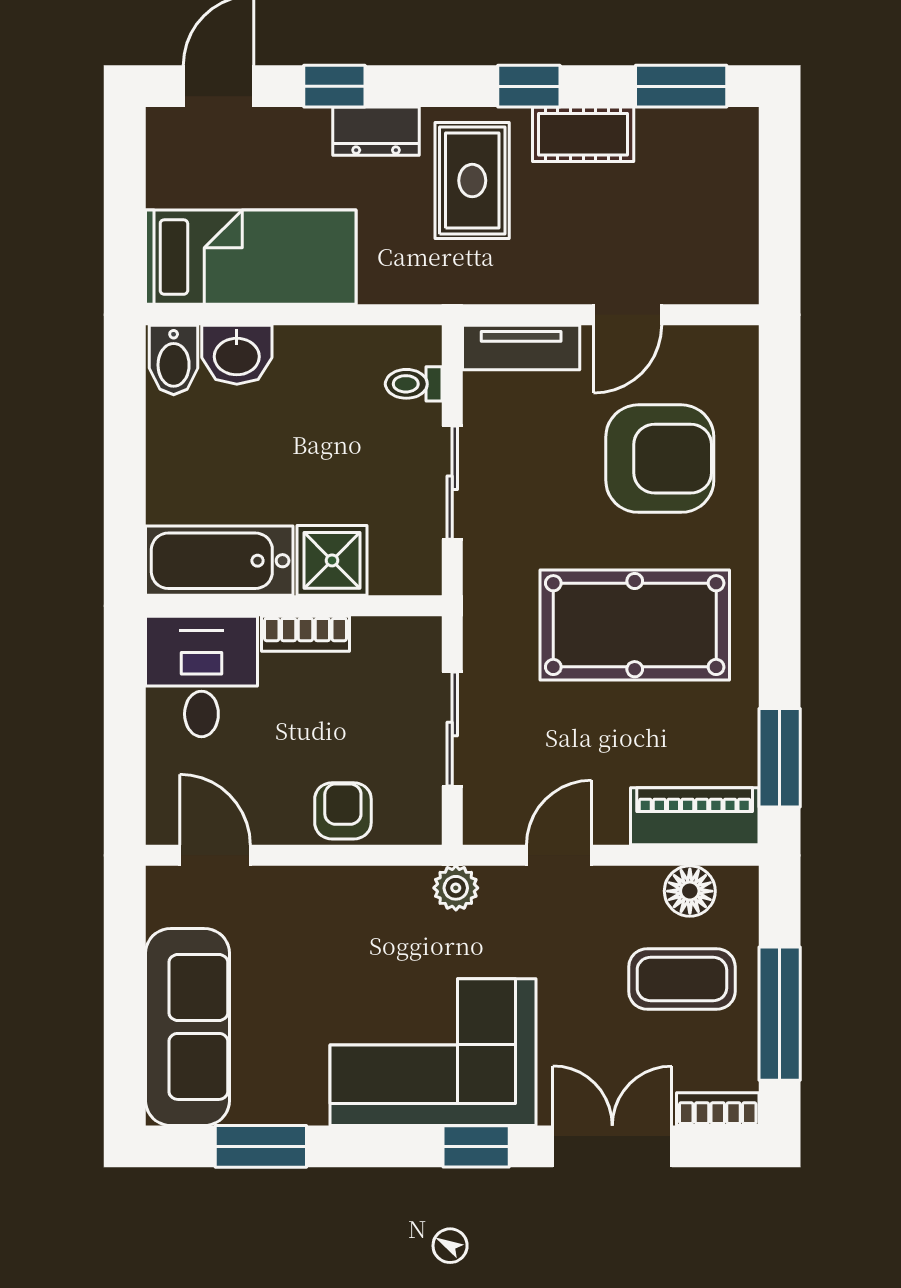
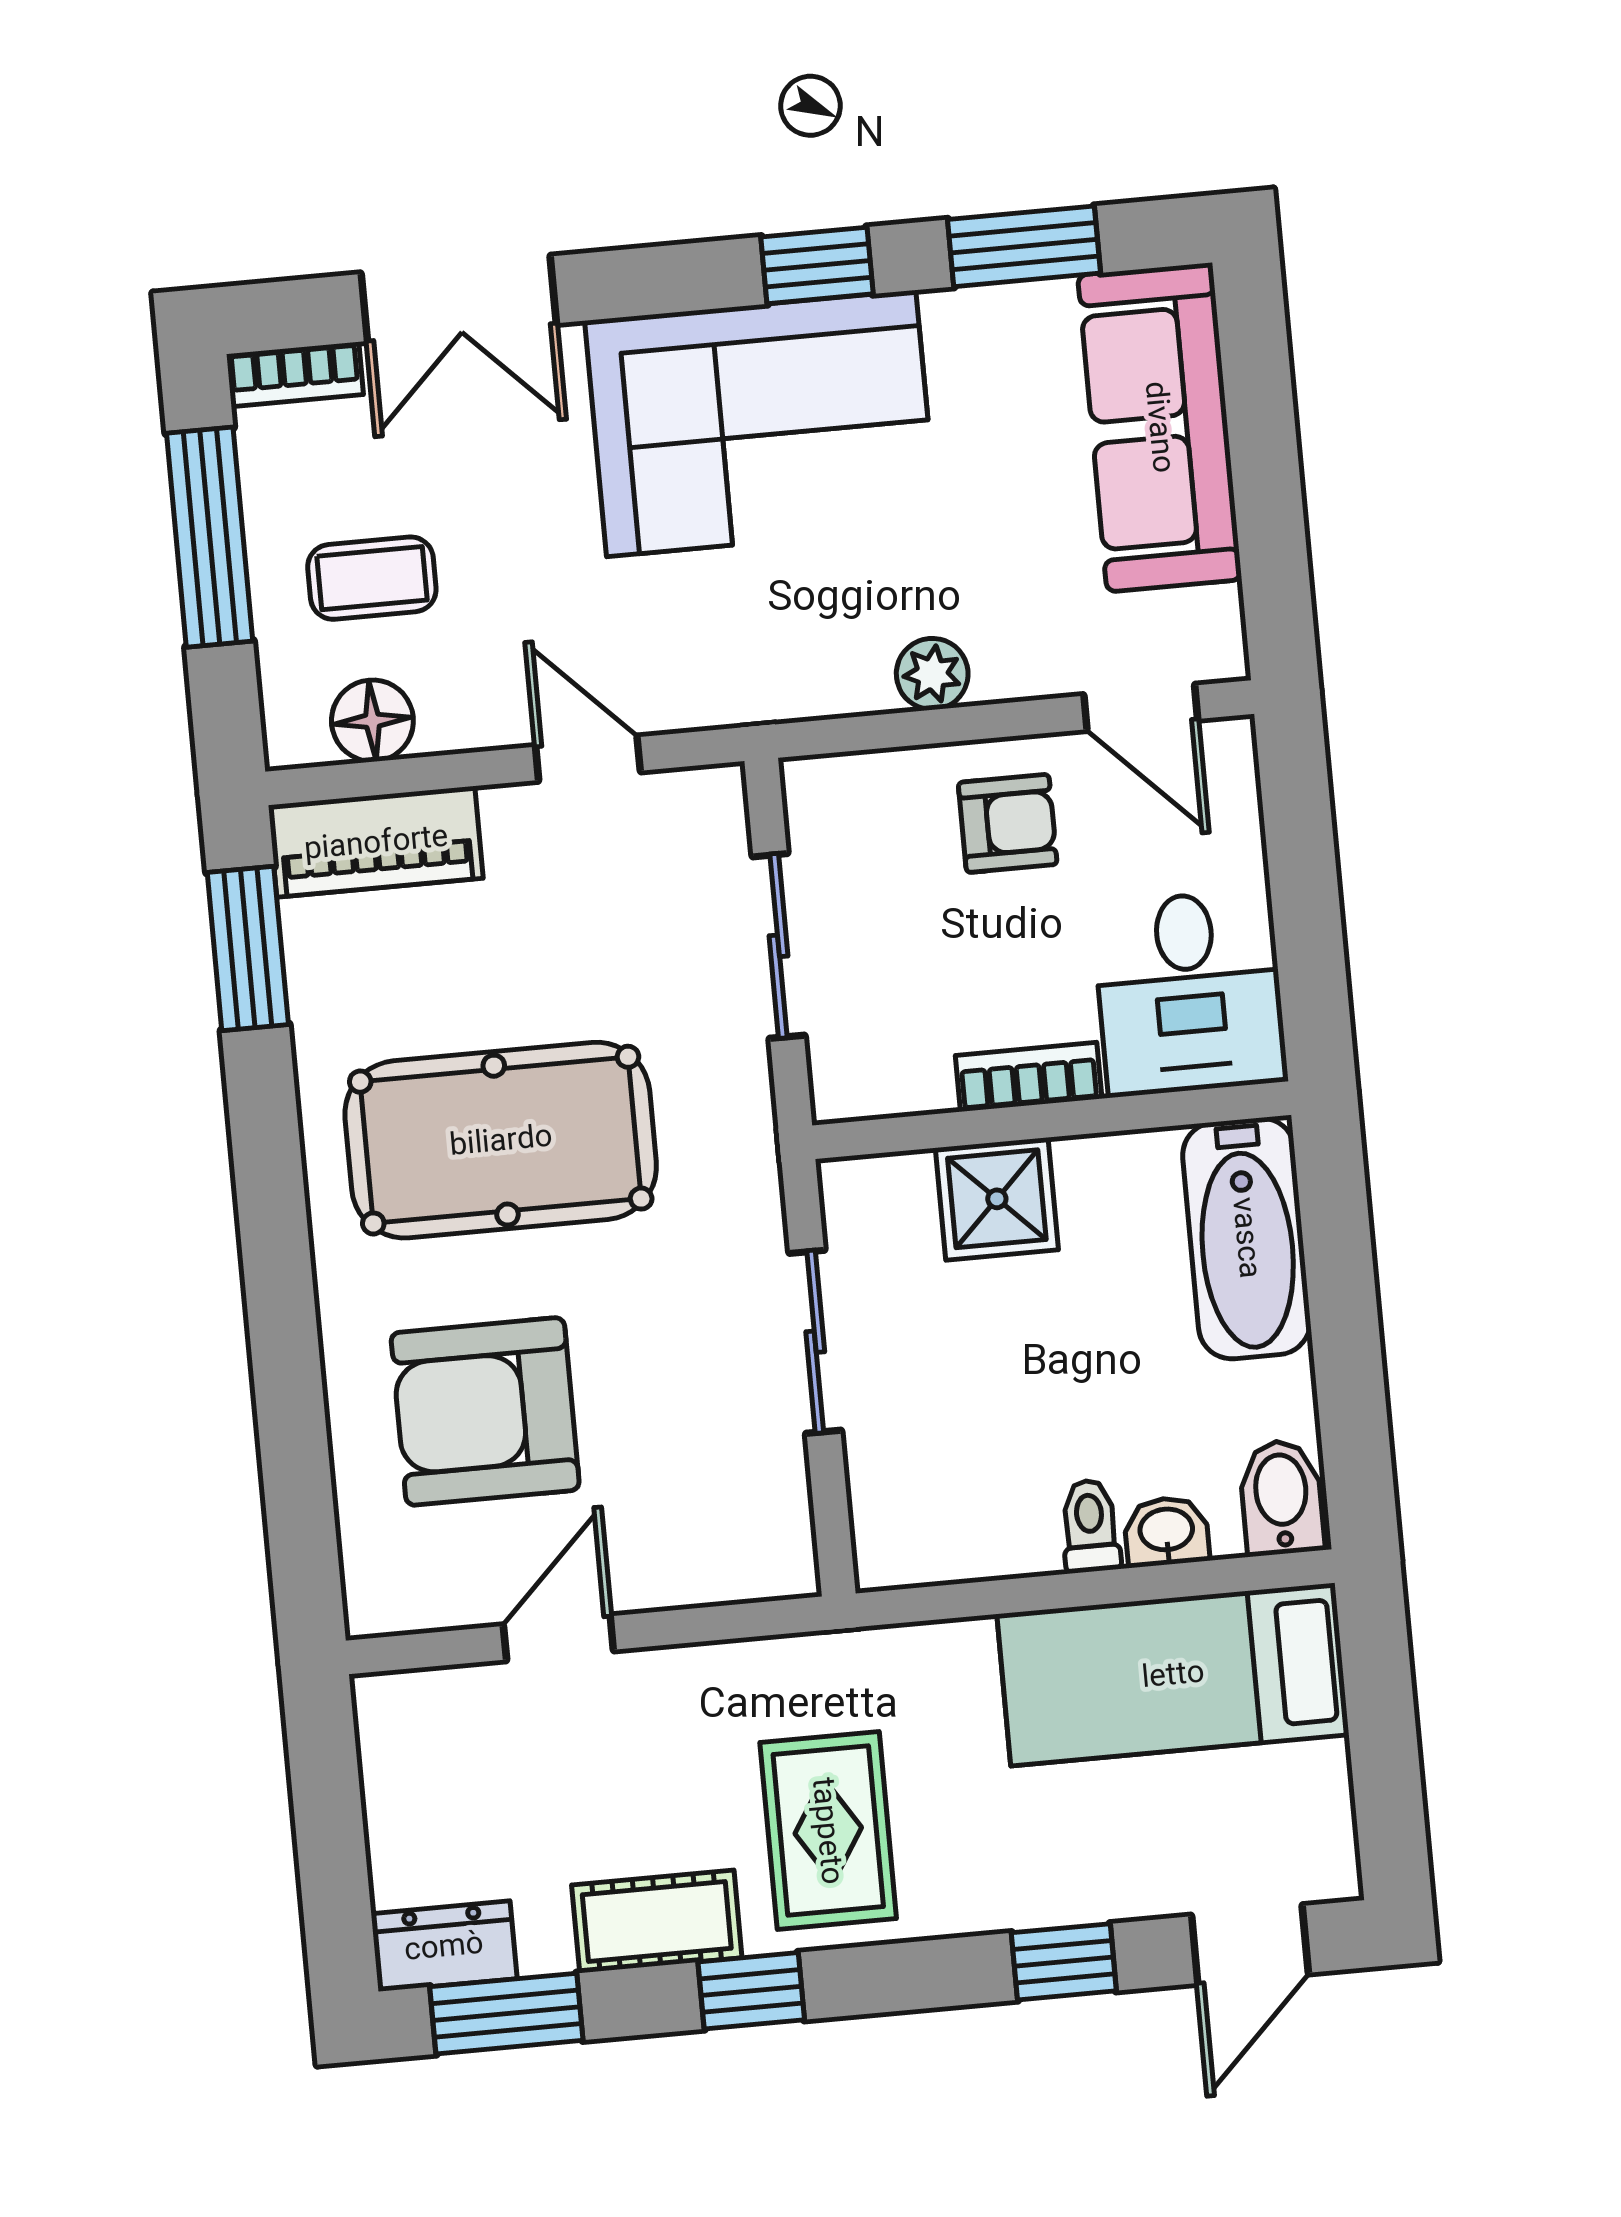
dresser: (376, 131) -> (444, 1946), moved
tv unit: (521, 348) -> (725, 1569), removed
washbasin: (237, 355) -> (1166, 1531), width x0.72, depth x0.69
toilet: (414, 384) -> (1090, 1526), moved, turned -90
bathtub: (219, 561) -> (1247, 1238), moved, turned 90
armchair: (343, 811) -> (1008, 823), moved, turned -90
door: (559, 855) -> (588, 759), swing flipped
plant: (456, 888) -> (932, 674), moved
coffee table: (682, 979) -> (372, 578), width x0.73, depth x0.77
window: (476, 1146) -> (817, 265), moved

